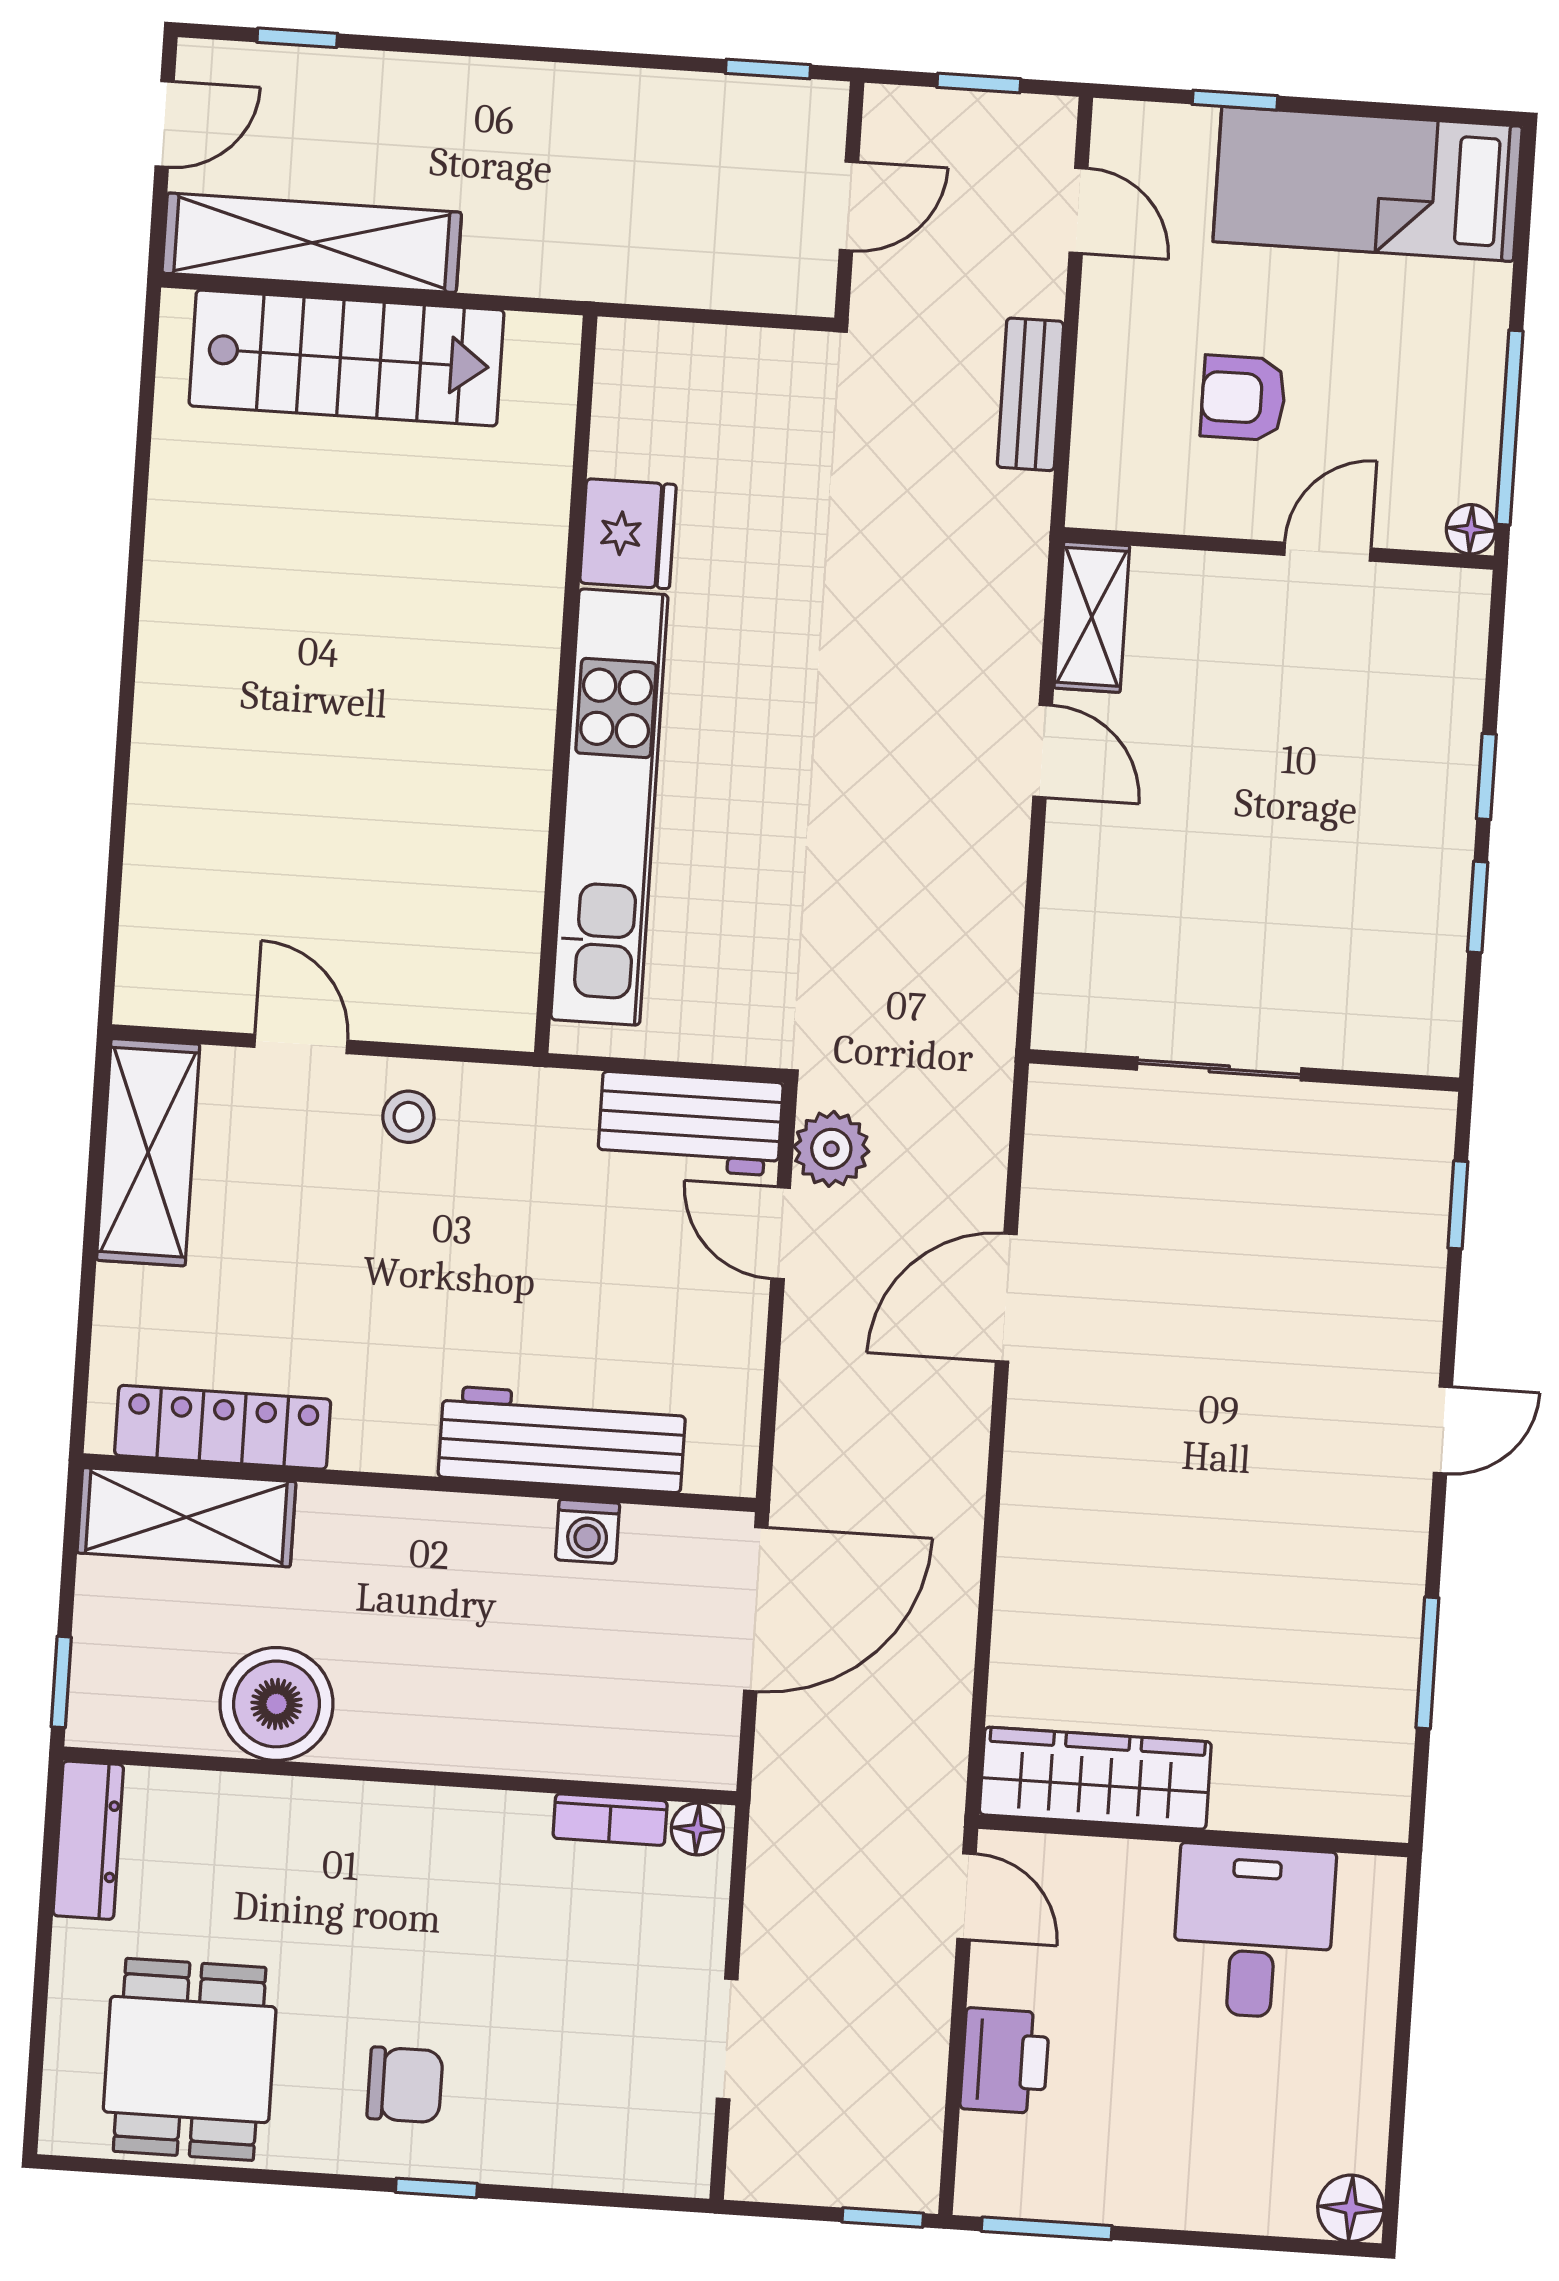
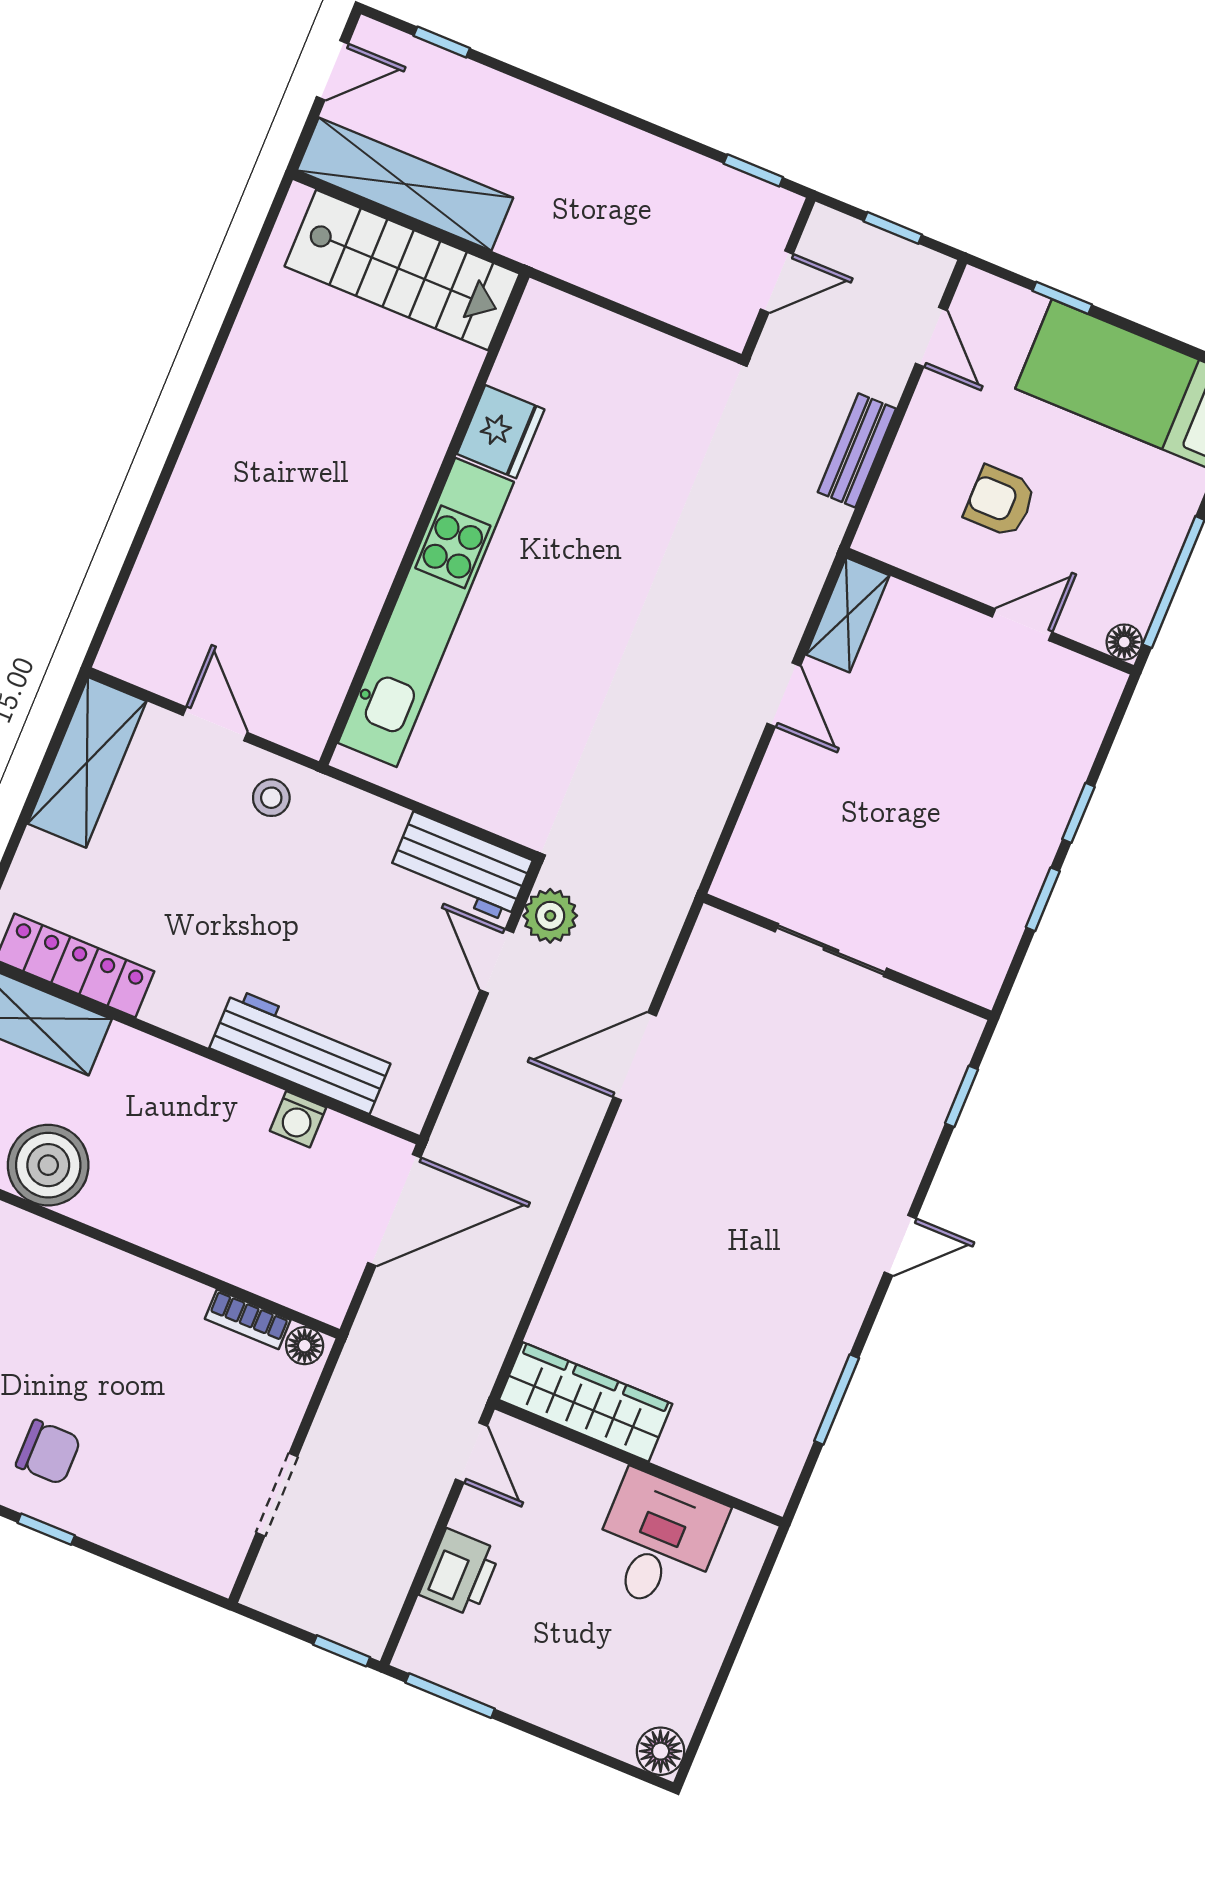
fridge: (628, 534) -> (501, 432), moved
wall: (566, 684) -> (424, 519), moved
kitchen unit: (609, 807) -> (426, 612), moved

